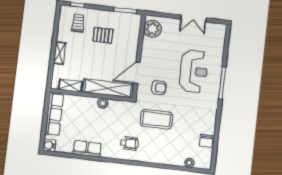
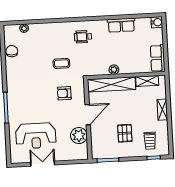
plant: (153, 29) -> (79, 136), moved
pallet: (103, 35) -> (125, 133), turned 90
reception desk: (194, 71) -> (36, 136), moved, turned -90
door: (137, 73) -> (88, 115), moved
row of seats: (54, 114) -> (158, 58), width x0.68
coffee table: (156, 119) -> (61, 63), width x0.54, depth x0.58

